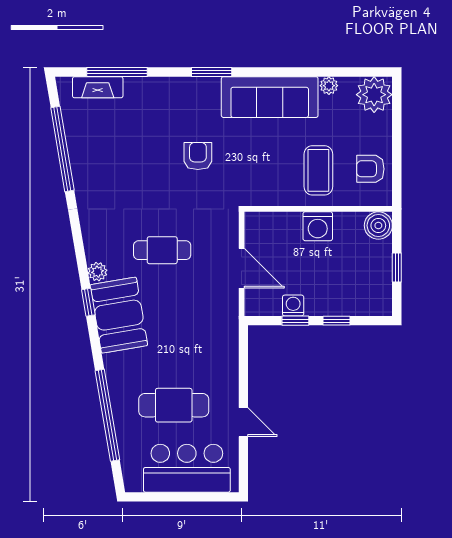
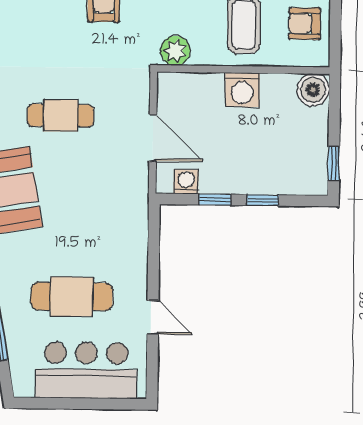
plant: (260, 193) -> (175, 51), added
window: (397, 268) -> (334, 164), moved
washing machine: (293, 306) -> (186, 182), moved

